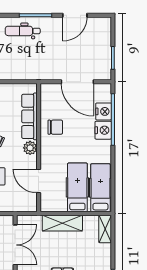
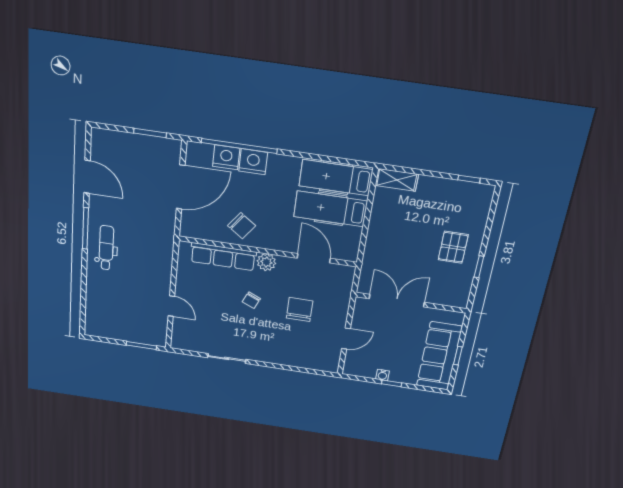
dental chair: (23, 31) -> (106, 248), turned 180
chair: (55, 127) -> (242, 226), turned 126
door: (39, 181) -> (314, 258), swing flipped
shelving: (62, 223) -> (378, 236), removed

